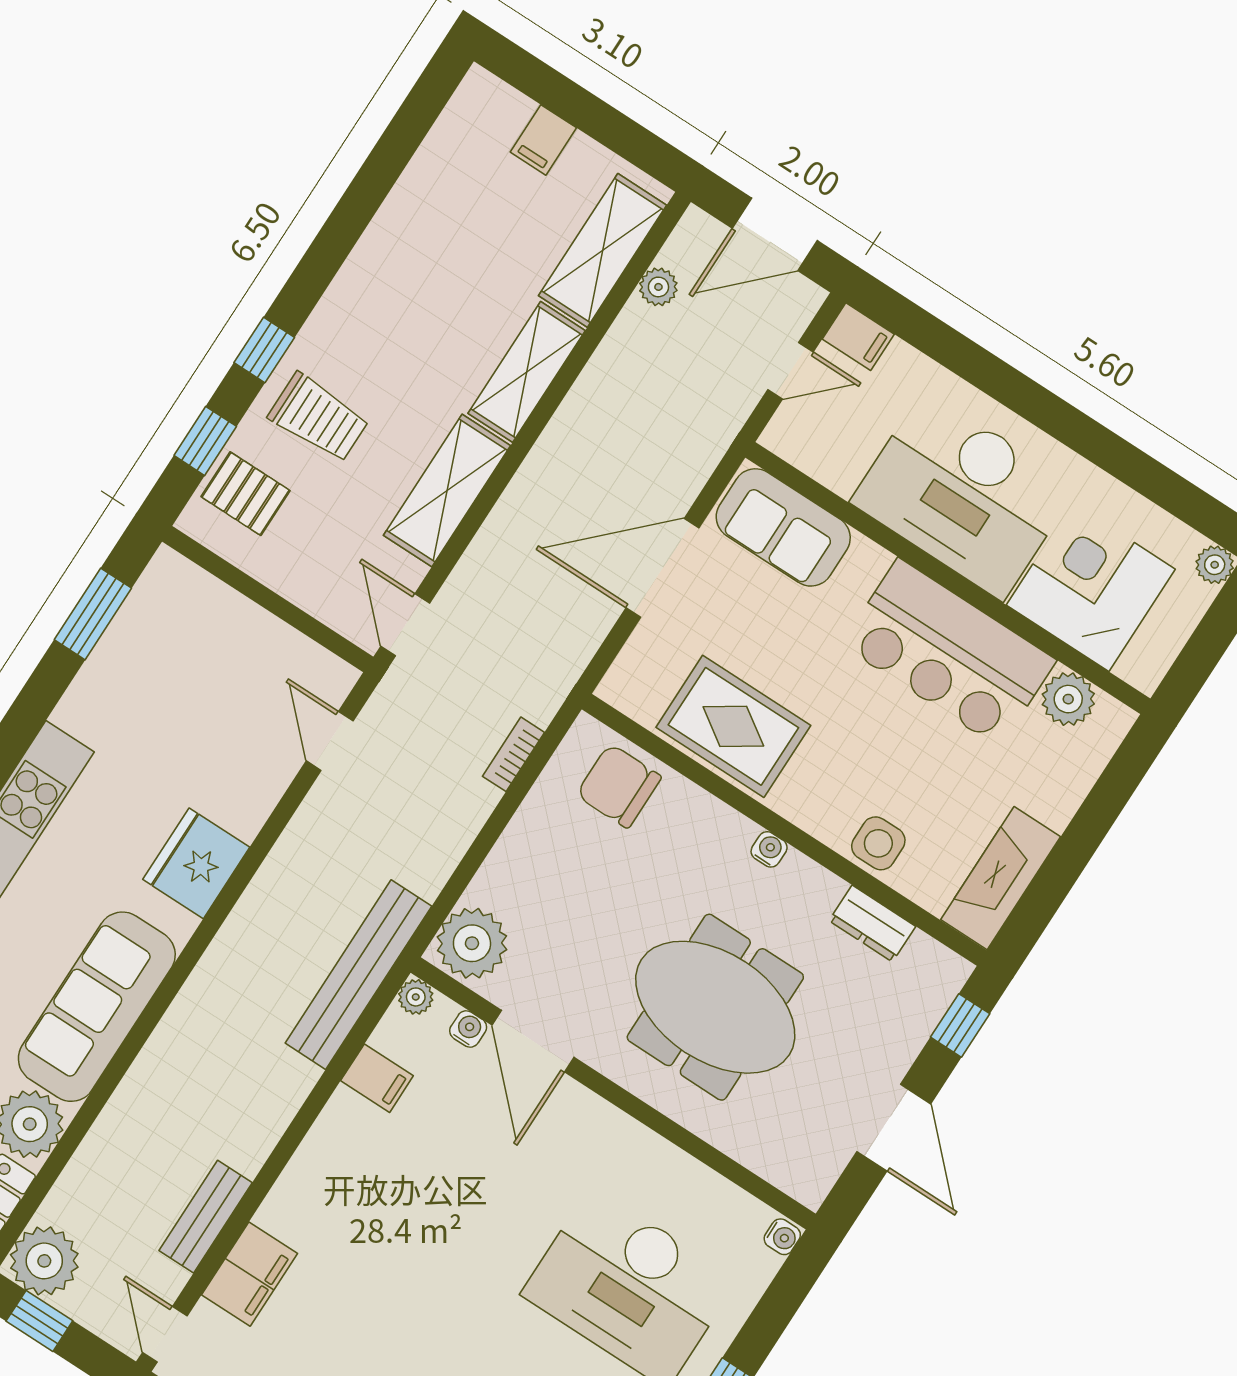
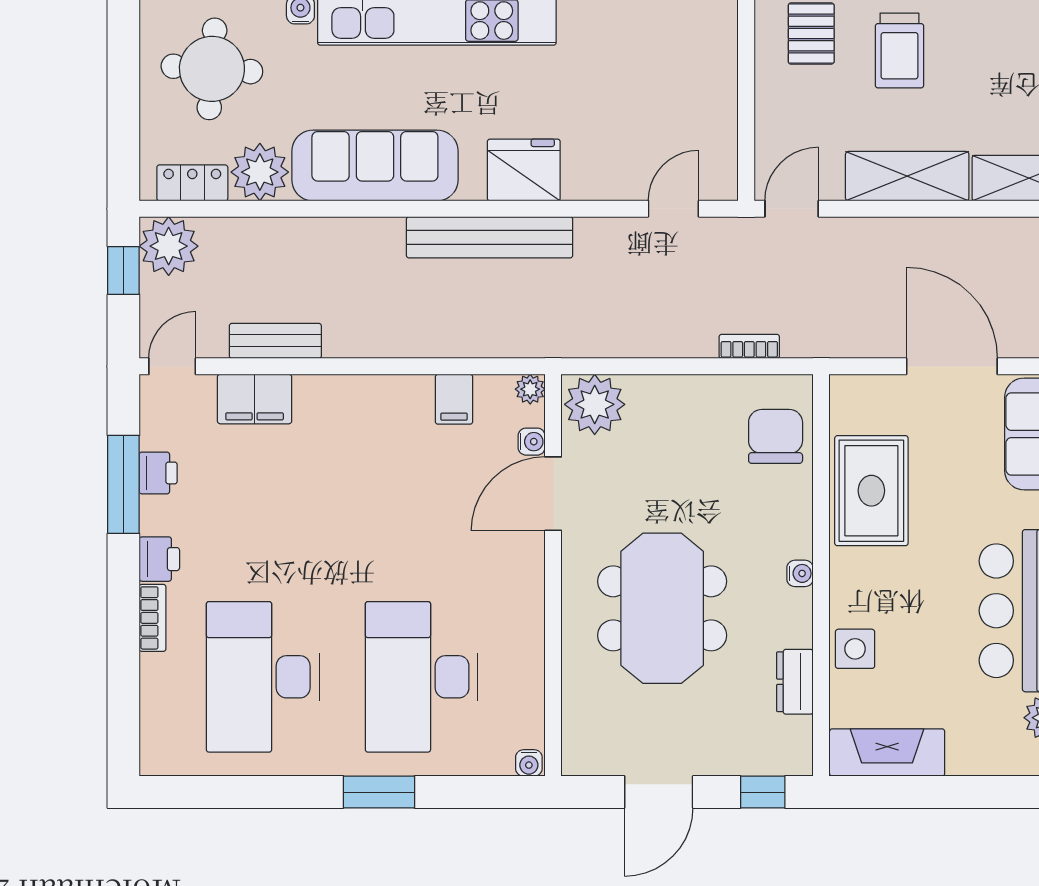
bench: (358, 975) -> (490, 237), moved

